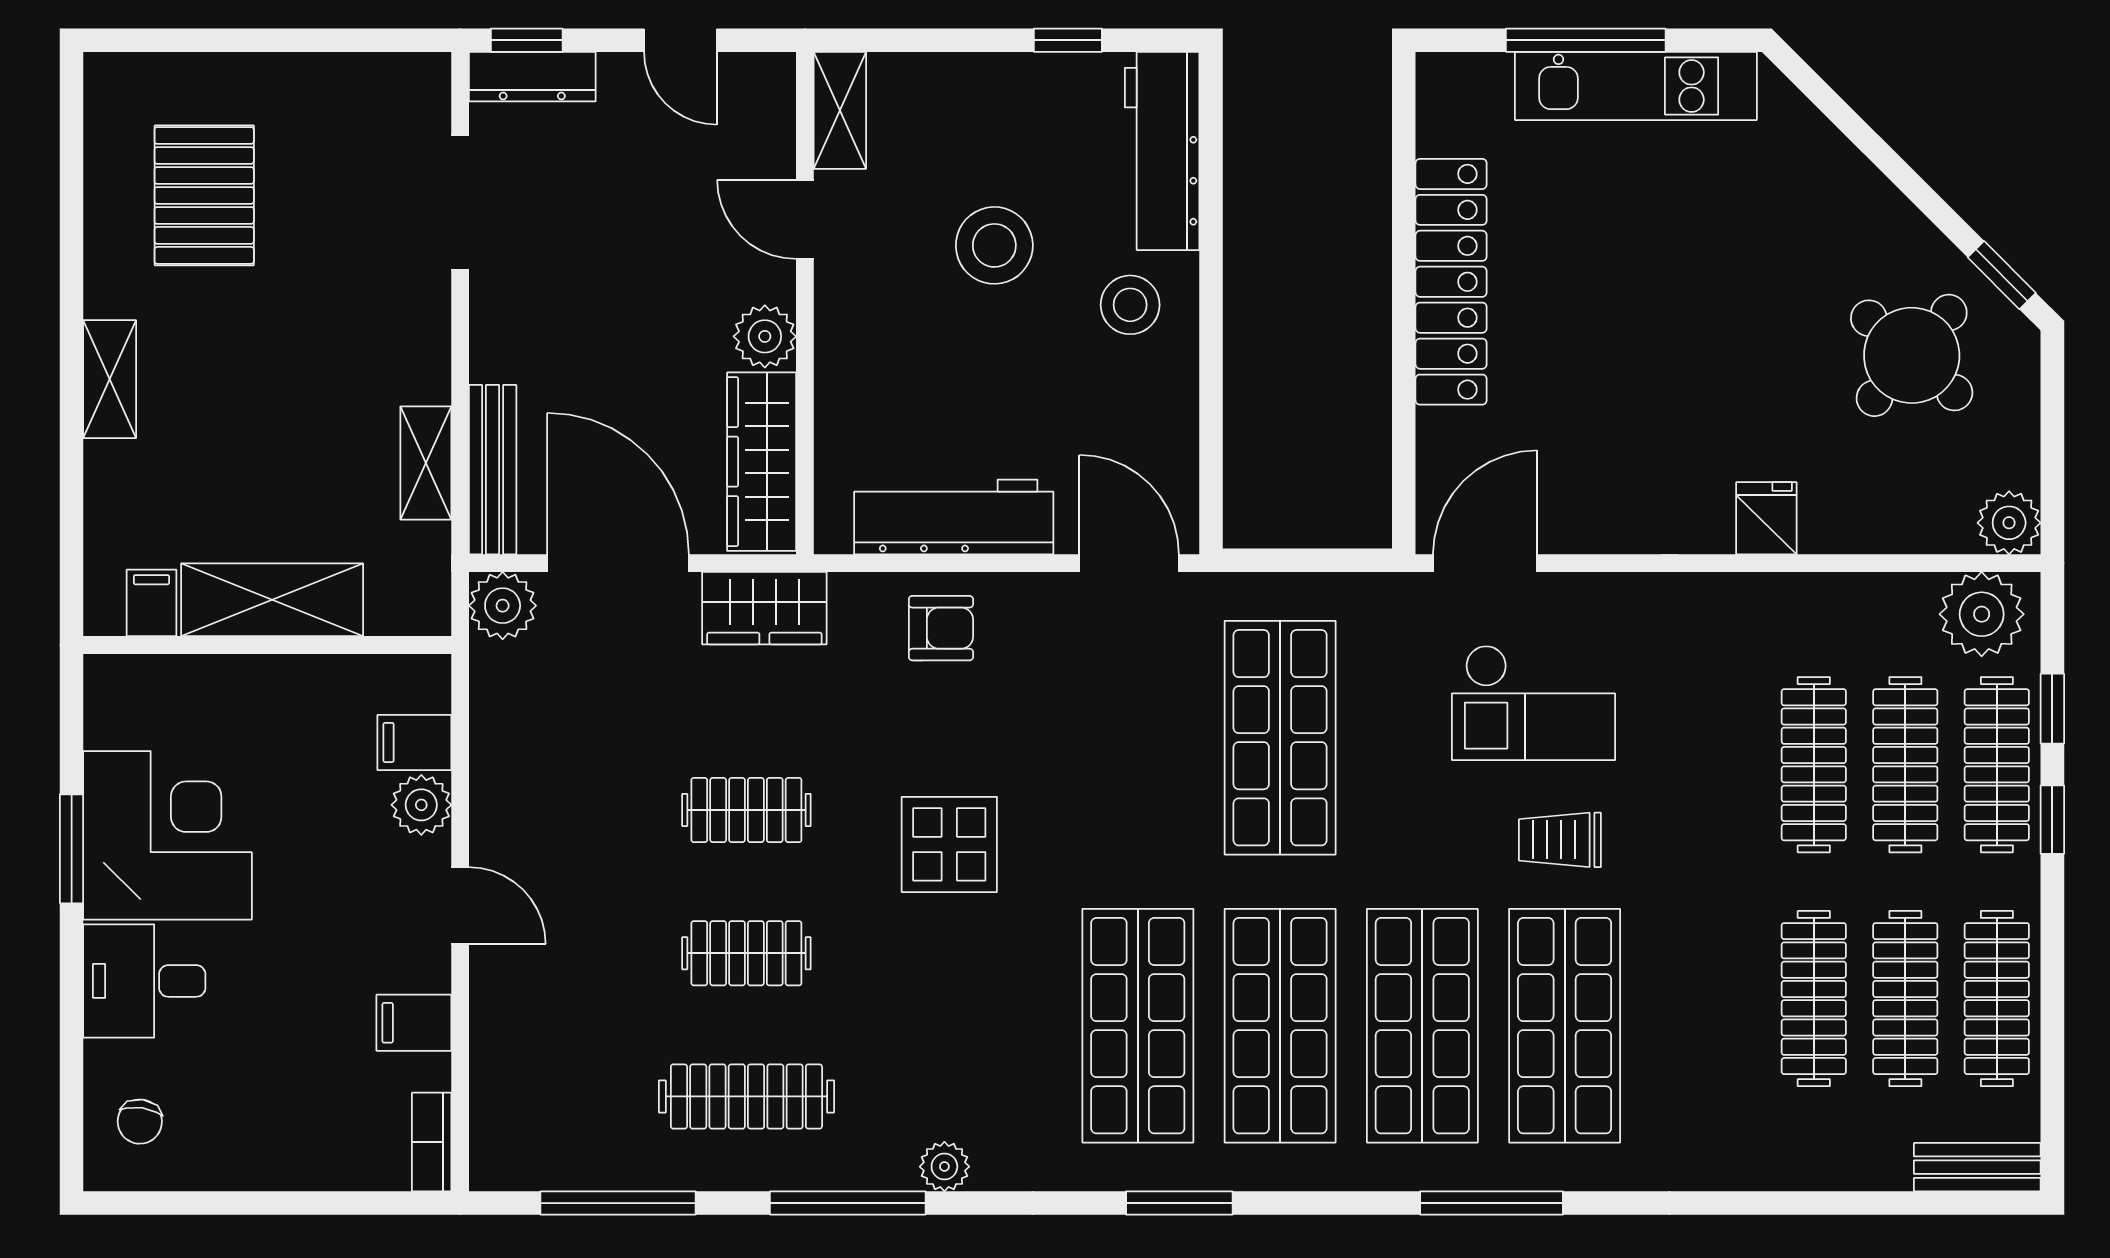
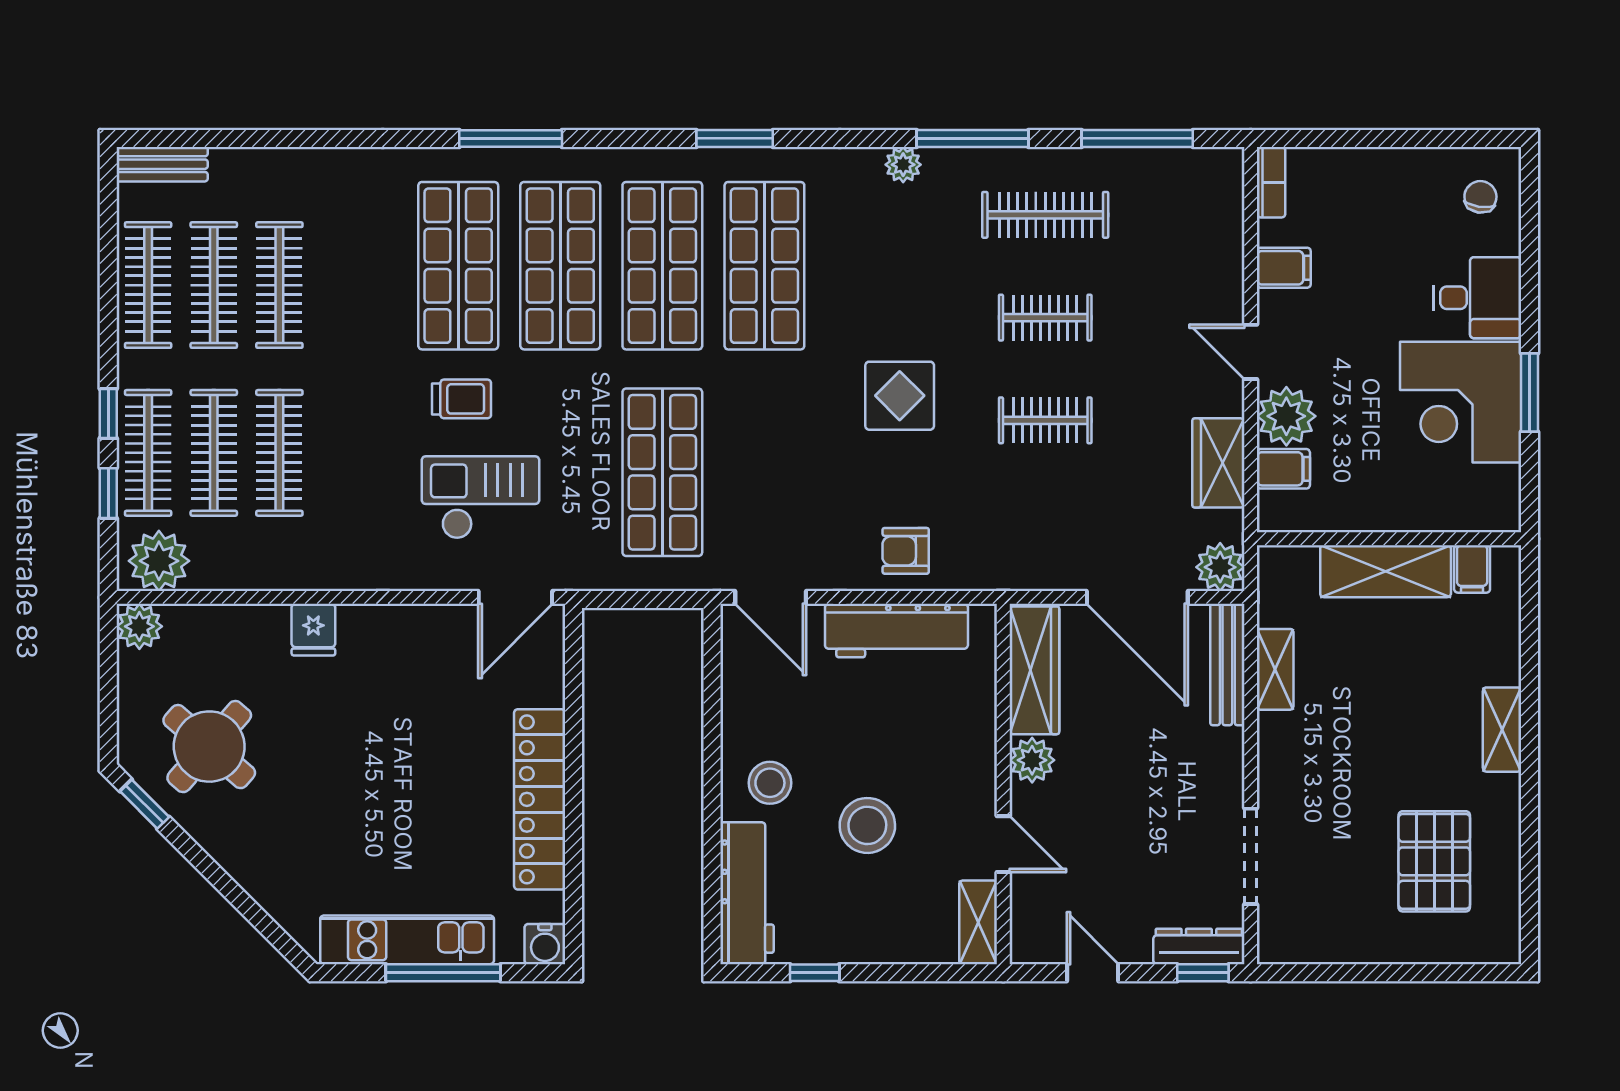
water cooler: (1444, 80) -> (545, 944), added
wardrobe: (764, 608) -> (1218, 463), moved, turned -90
plant: (421, 805) -> (1286, 416), width x1.36, depth x1.36

